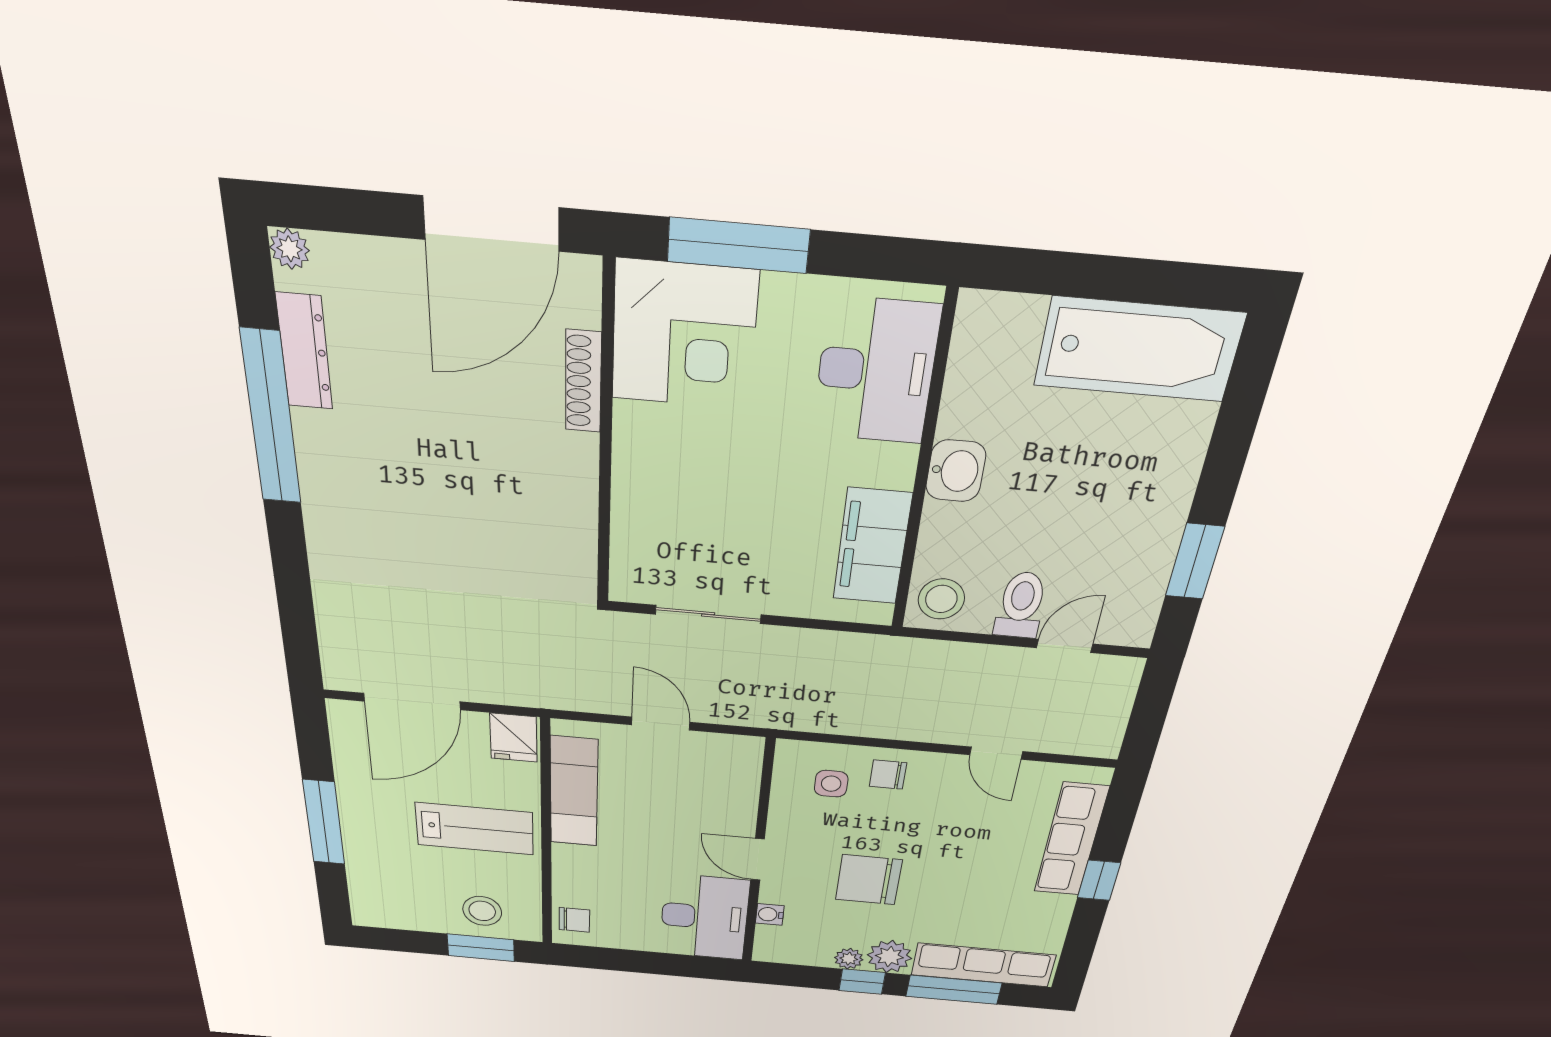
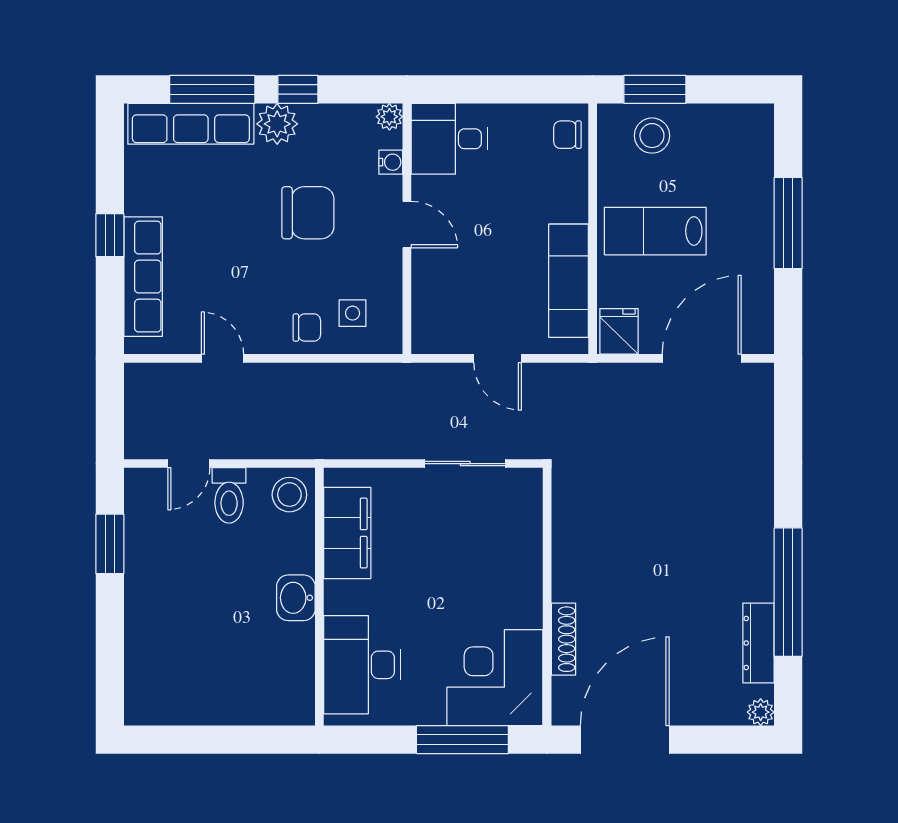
bathtub: (1139, 349) -> (189, 695), removed
desk: (704, 917) -> (449, 139), width x0.73
plant: (849, 959) -> (389, 117), moved

